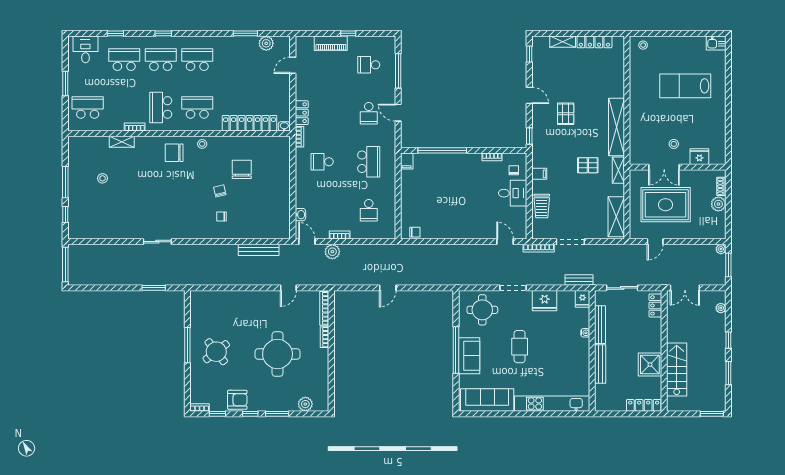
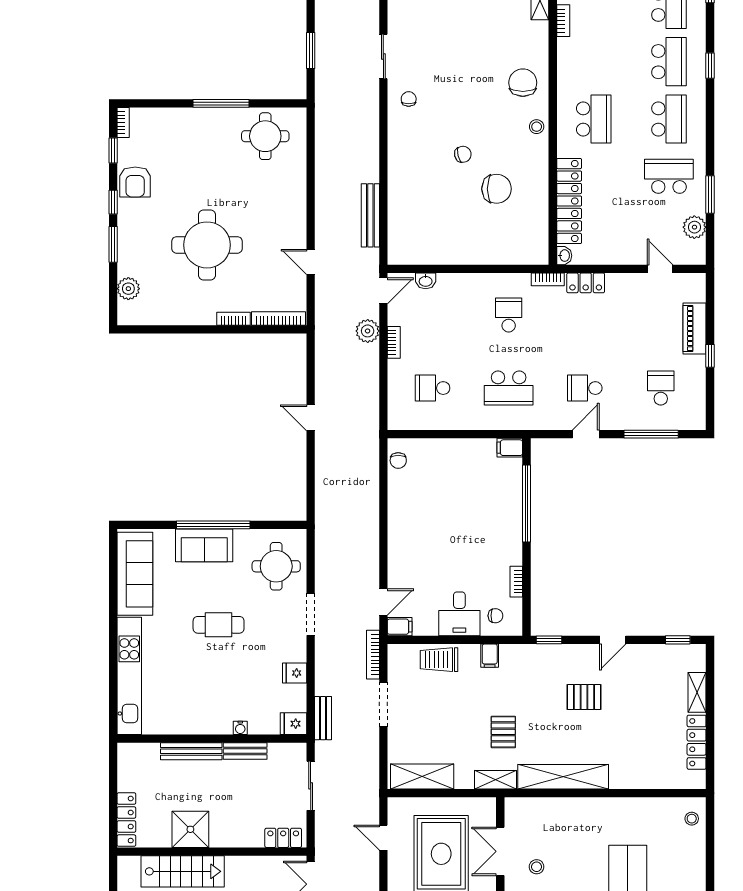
school desk: (161, 107) -> (669, 176), moved
chair: (221, 217) -> (409, 99), moved
filing cabinet: (521, 231) -> (400, 627), added
fridge: (545, 301) -> (295, 673), width x0.53, depth x0.75
bench: (600, 325) -> (245, 751), width x0.73
round table: (216, 352) -> (265, 136), moved, turned 38

